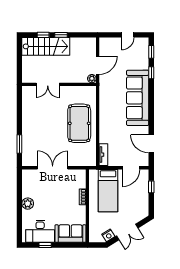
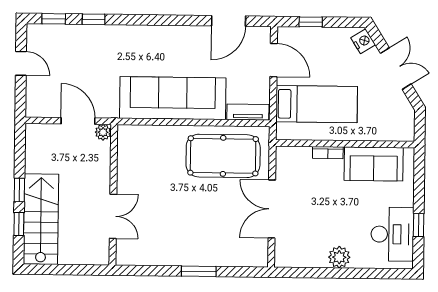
sofa: (138, 98) -> (173, 98), moved, turned 180
pool table: (79, 123) -> (223, 156), moved
window: (19, 144) -> (199, 271), moved
sofa: (70, 234) -> (374, 164), moved, turned -90
nightstand: (108, 235) -> (363, 41), moved

